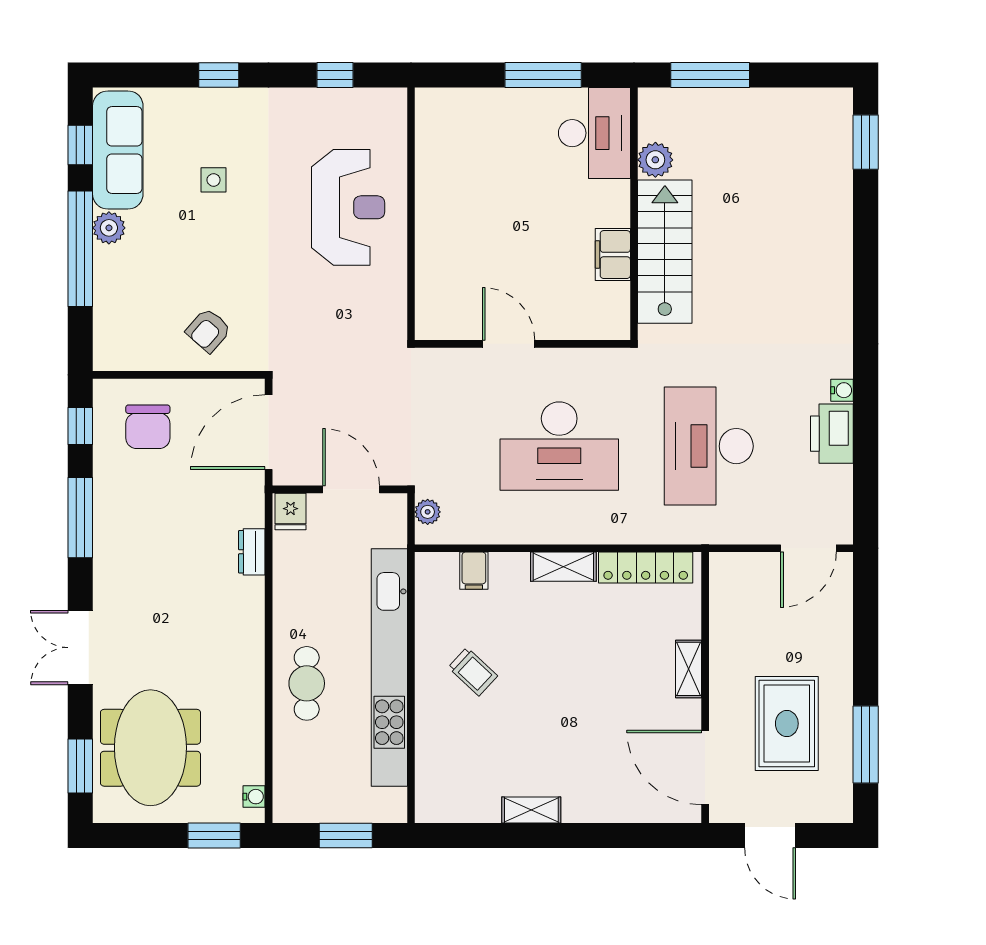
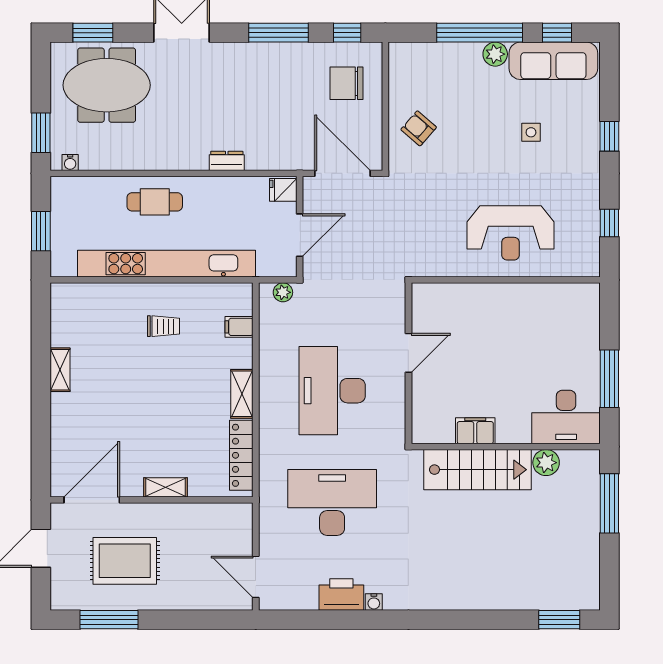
dresser: (252, 552) -> (227, 161), moved
trolley: (473, 672) -> (164, 326), turned -133

